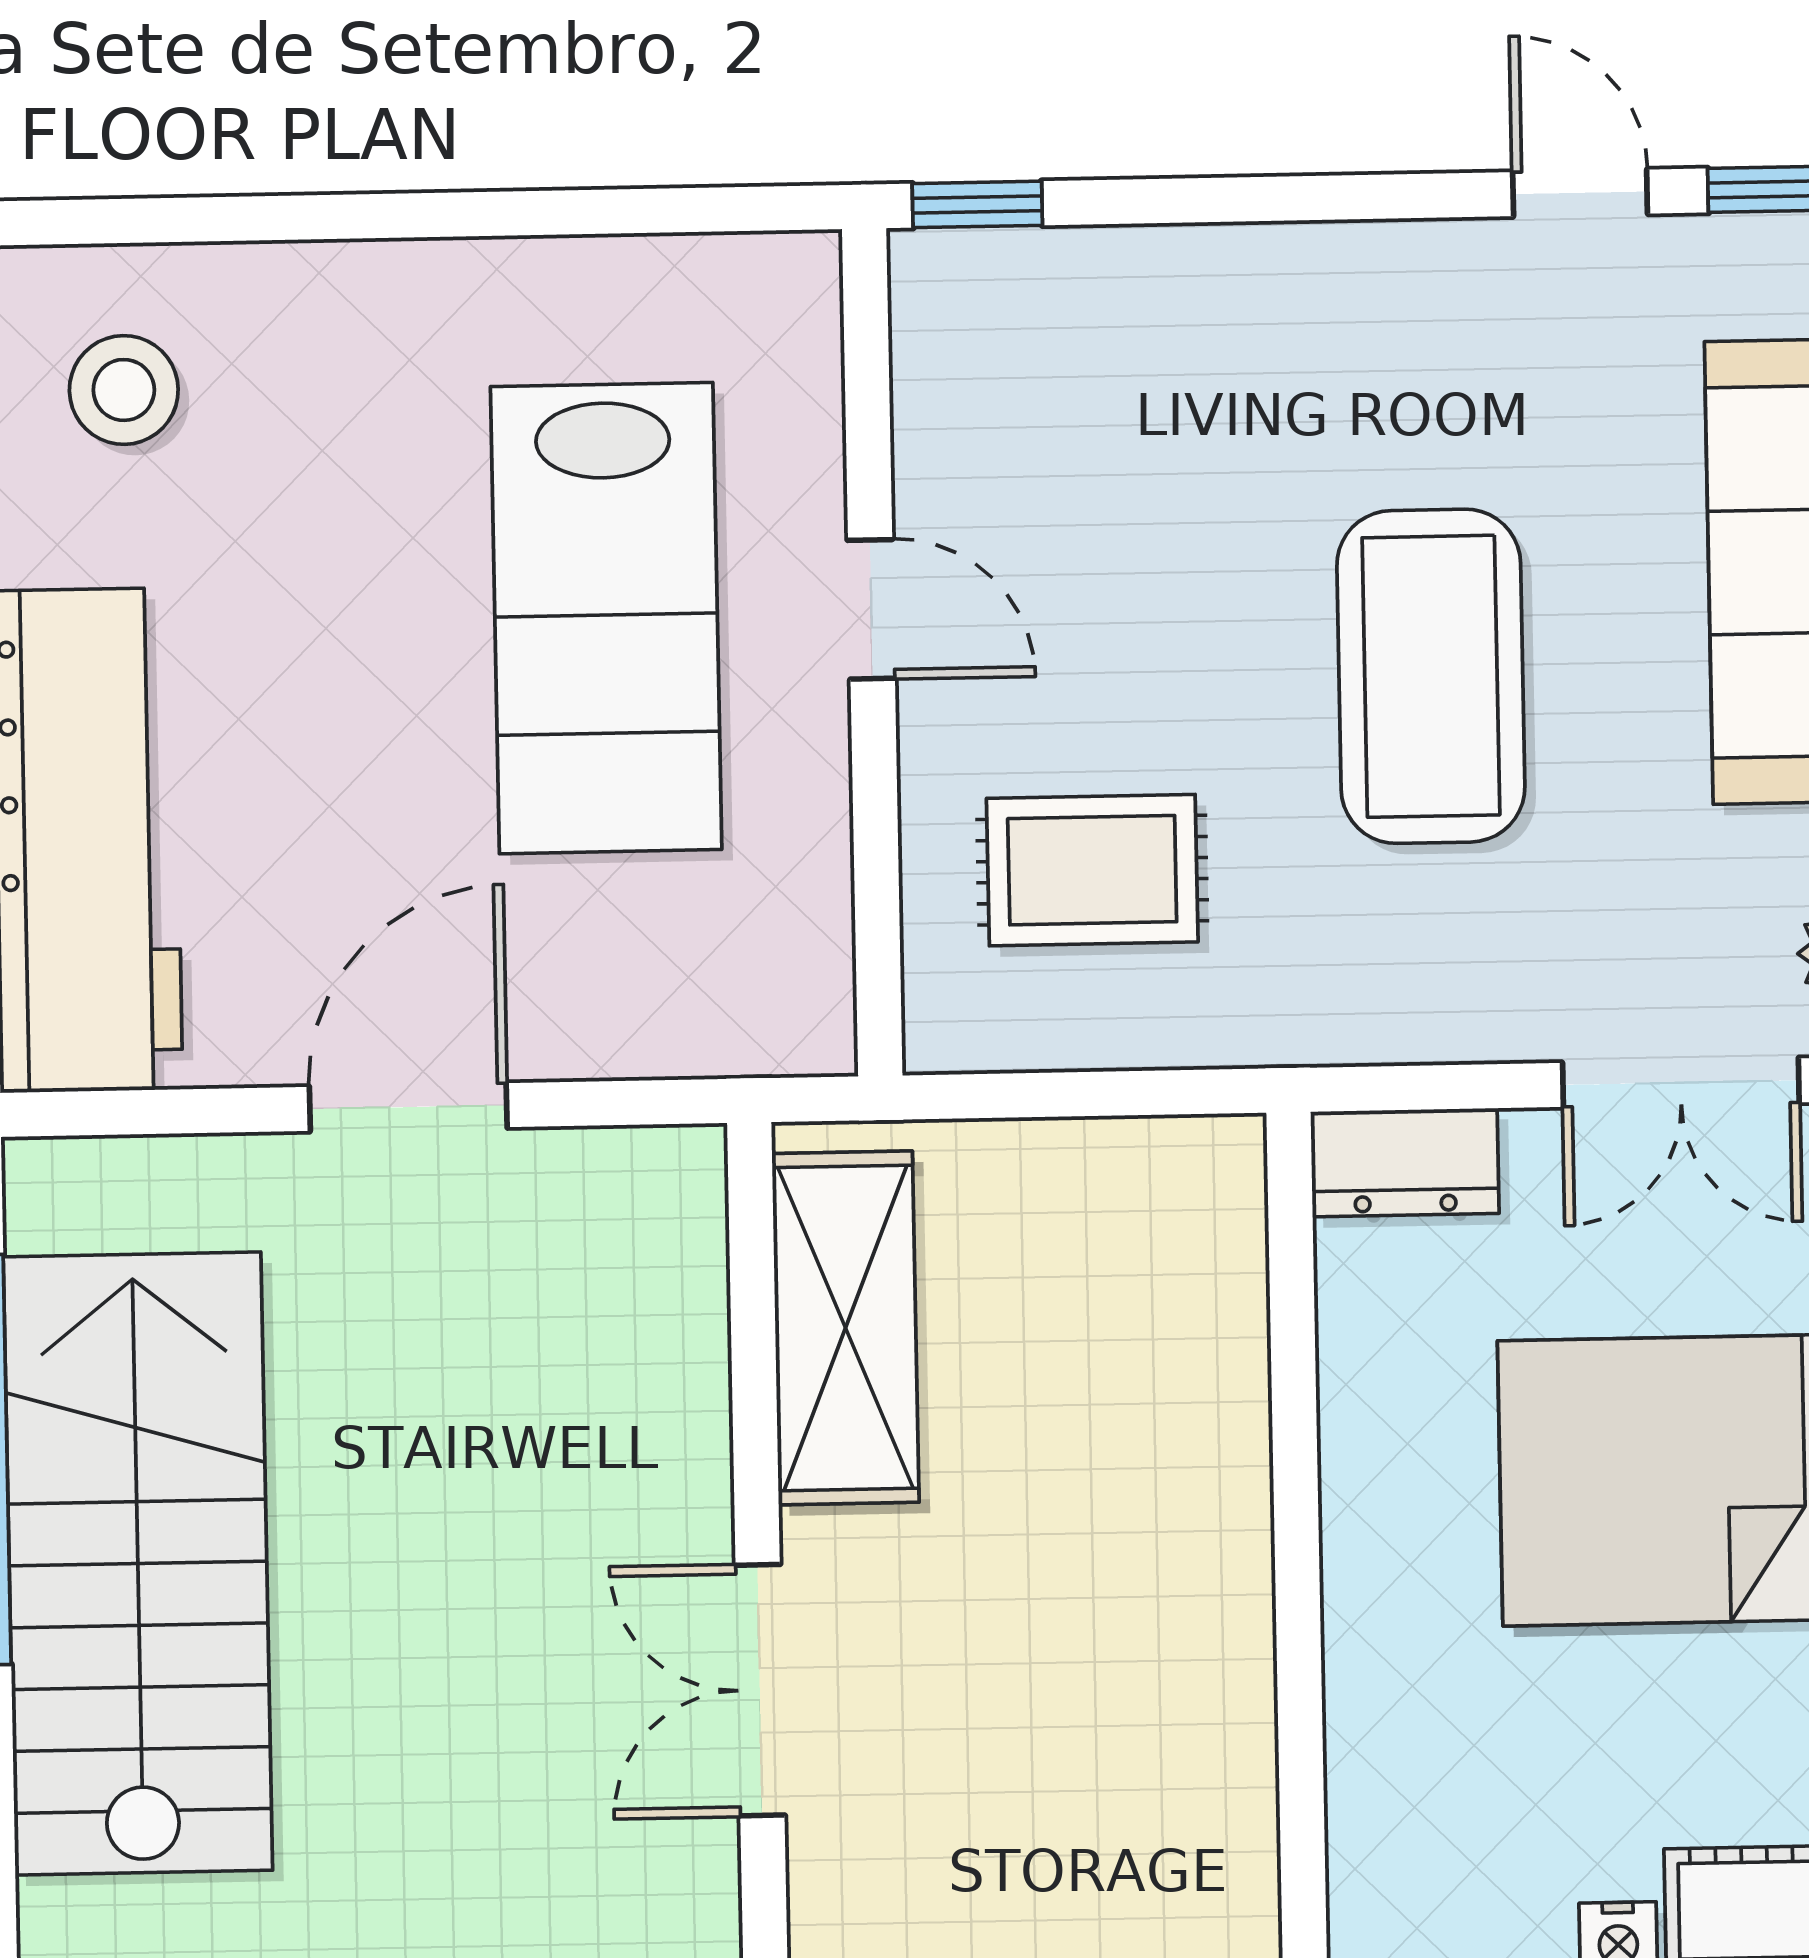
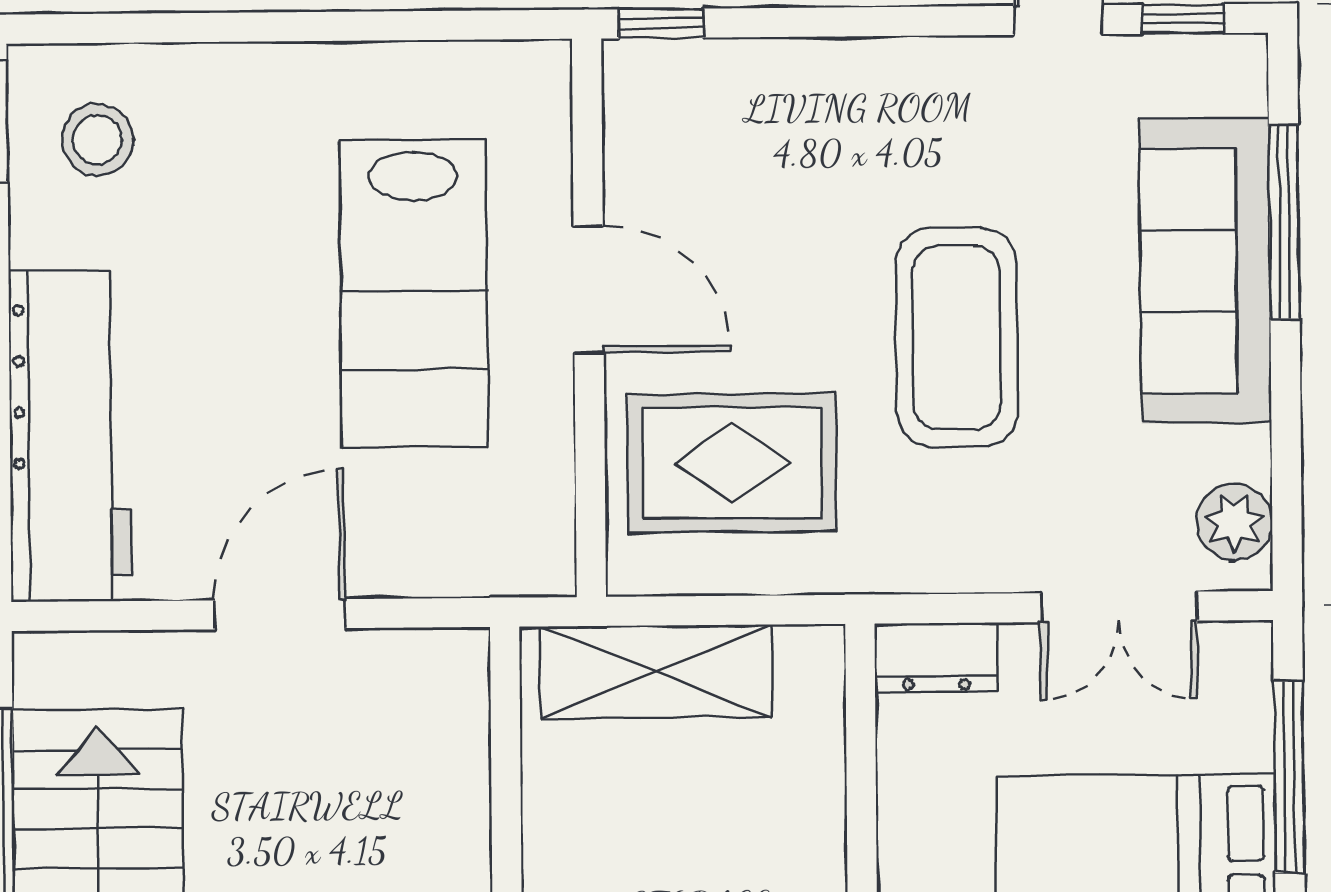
door: (871, 609) -> (589, 289), width x1.38
rug: (1092, 870) -> (732, 463), width x1.36, depth x1.43
shelving: (845, 1328) -> (656, 672), moved, turned 90

